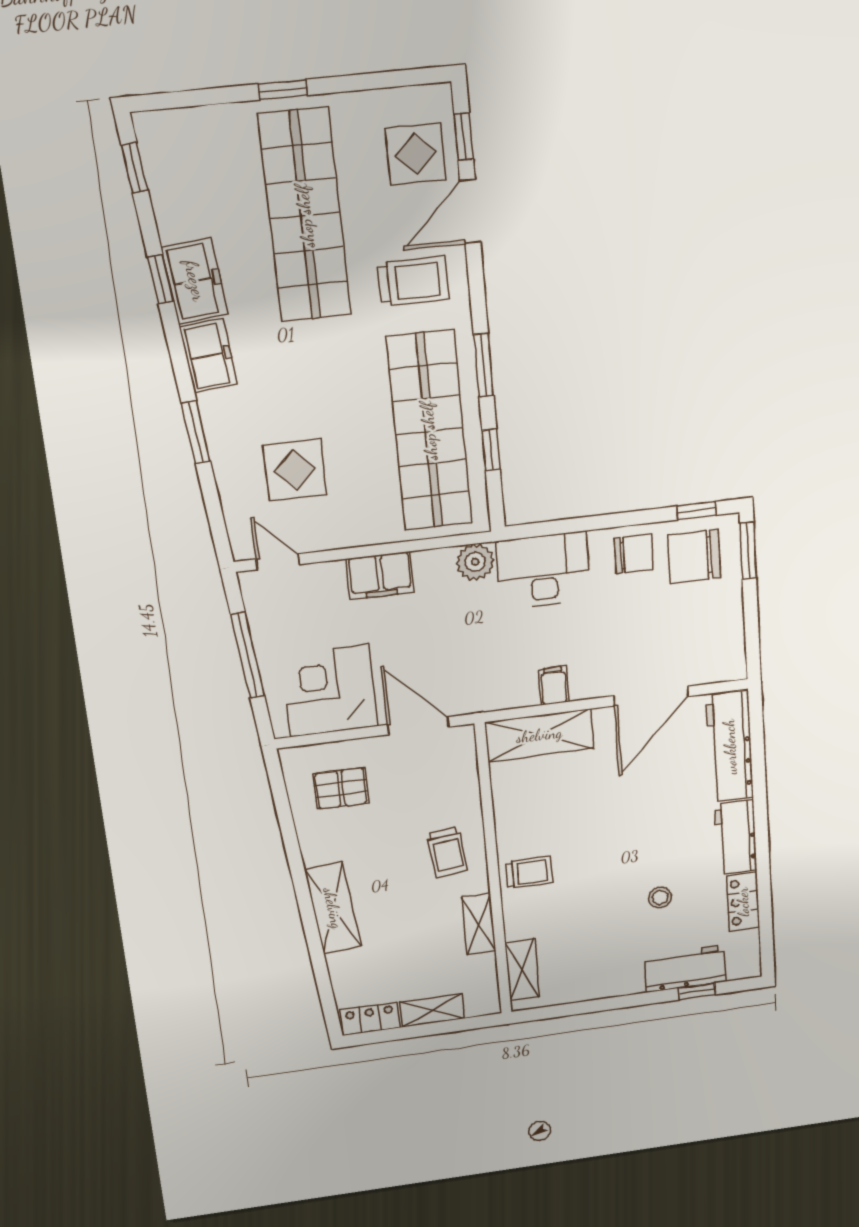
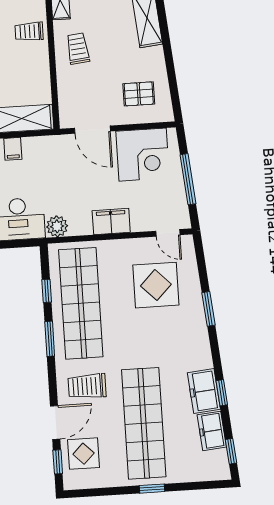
freezer: (208, 356) -> (212, 431), moved
display table: (295, 470) -> (156, 285), width x1.36, depth x1.36

